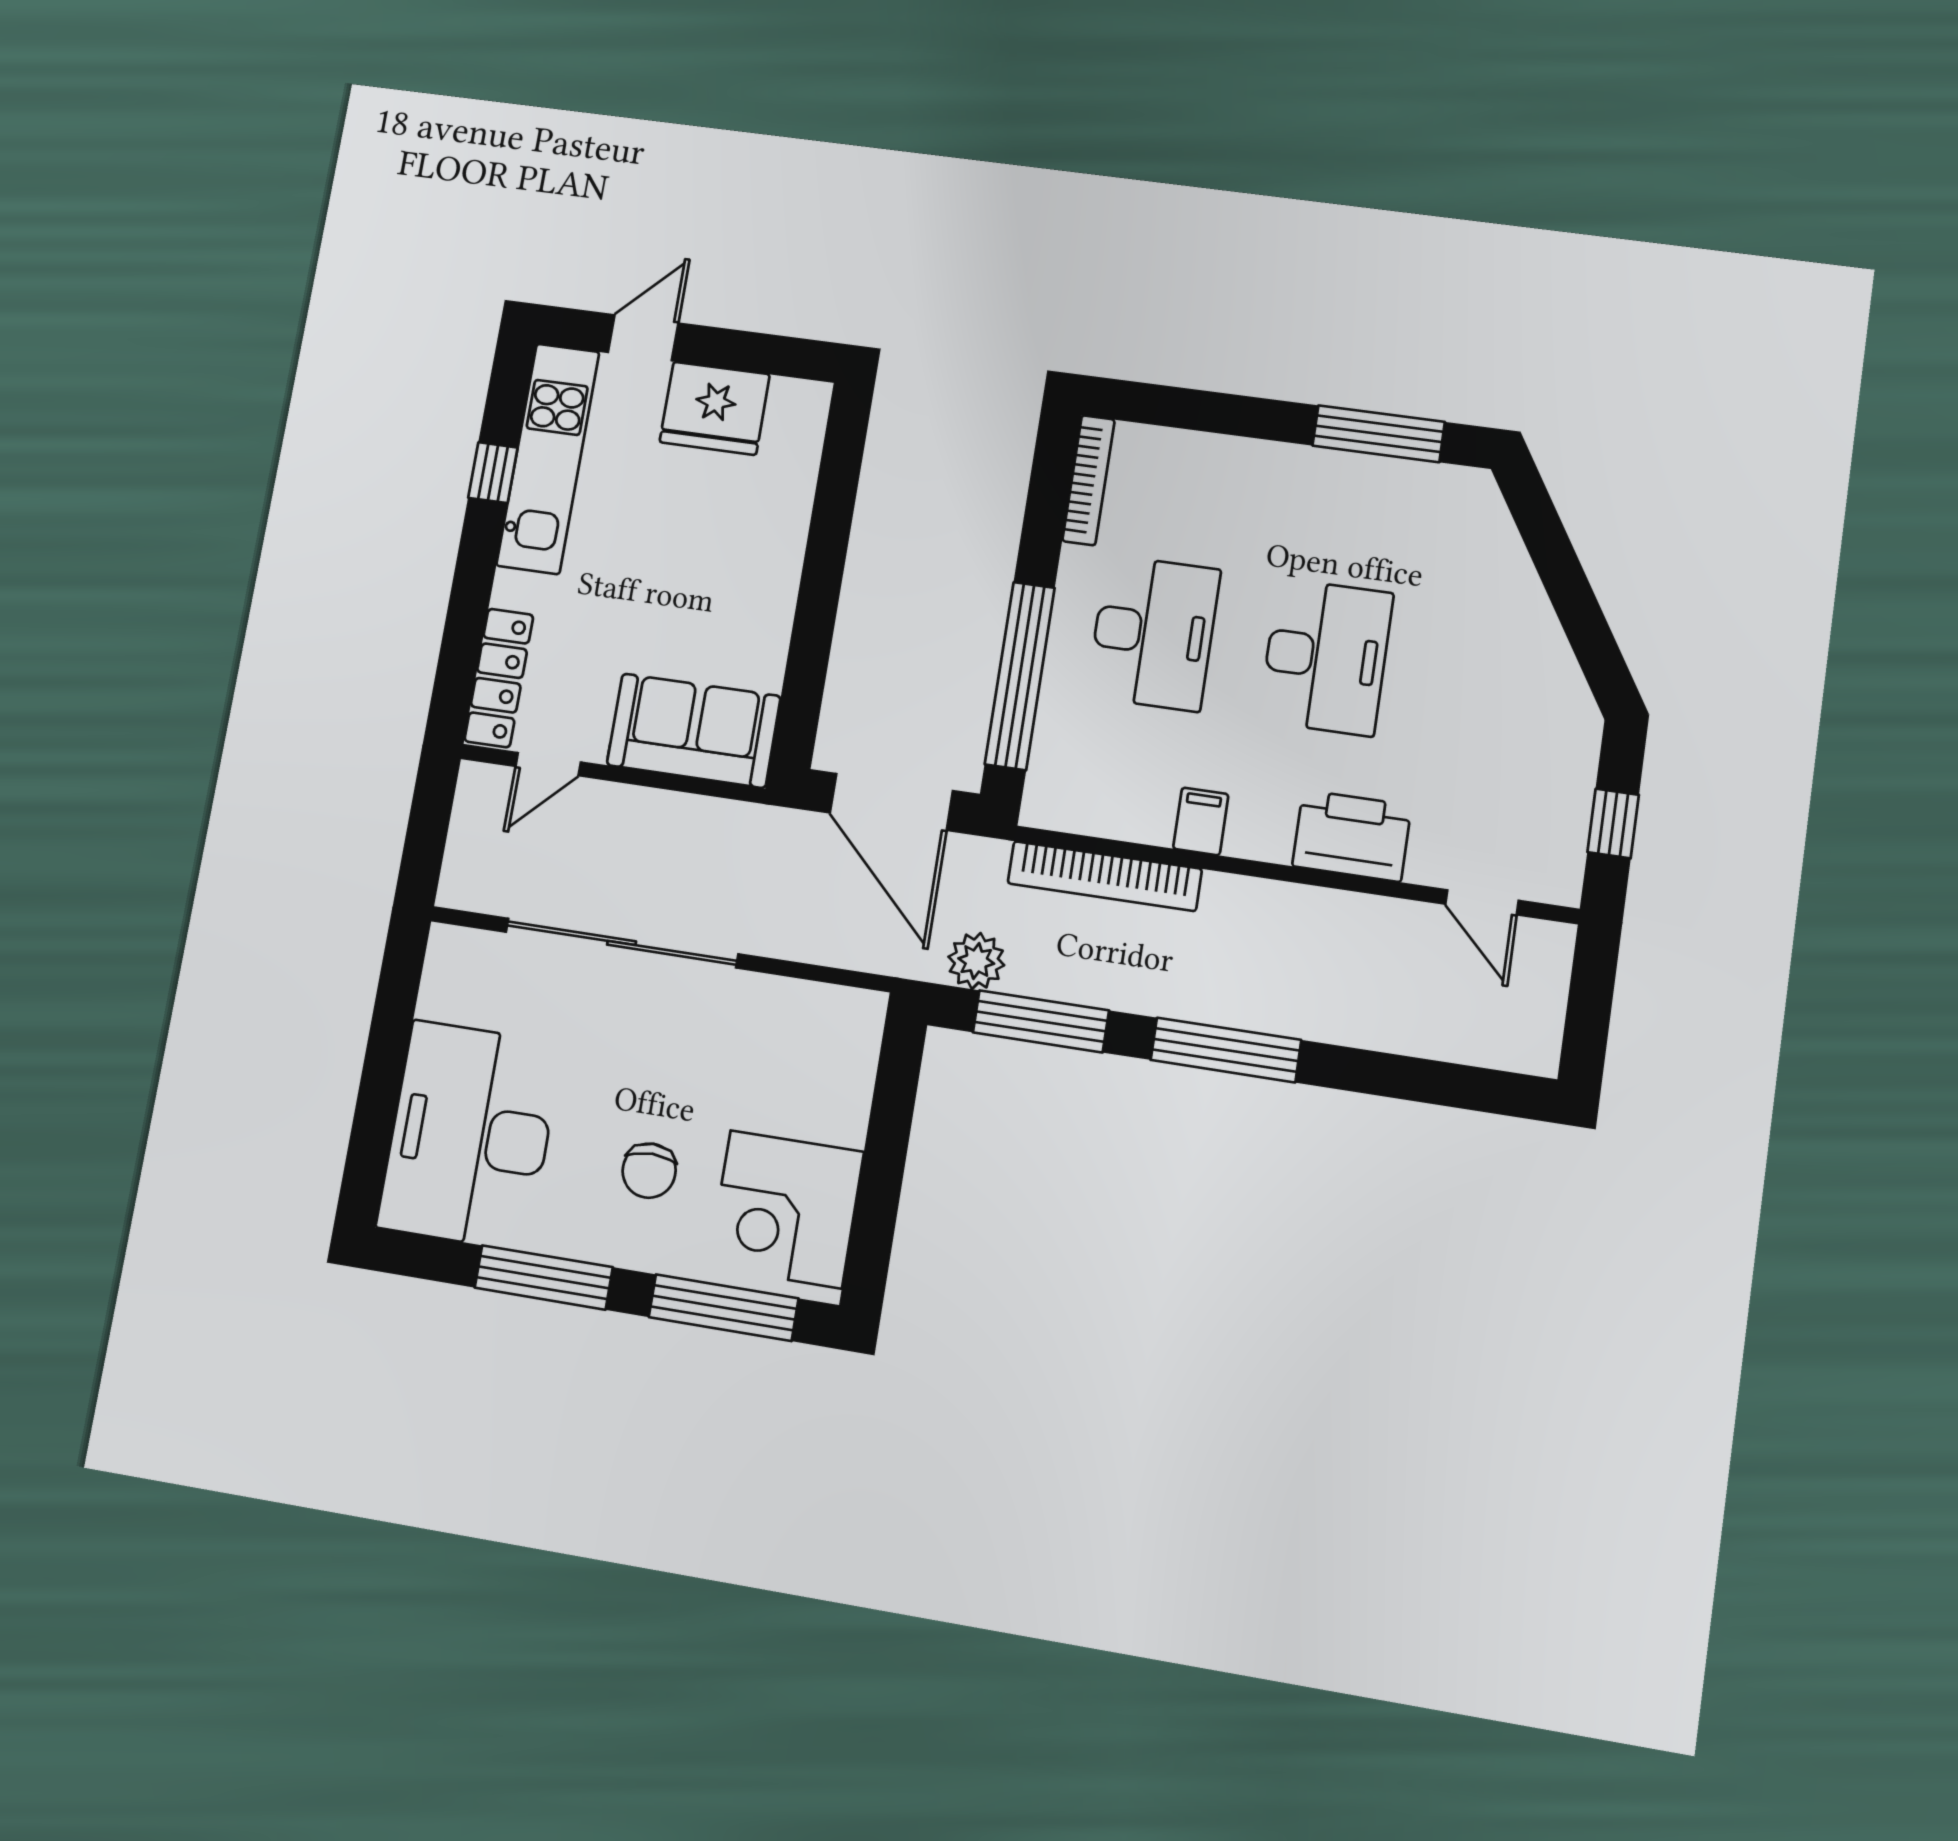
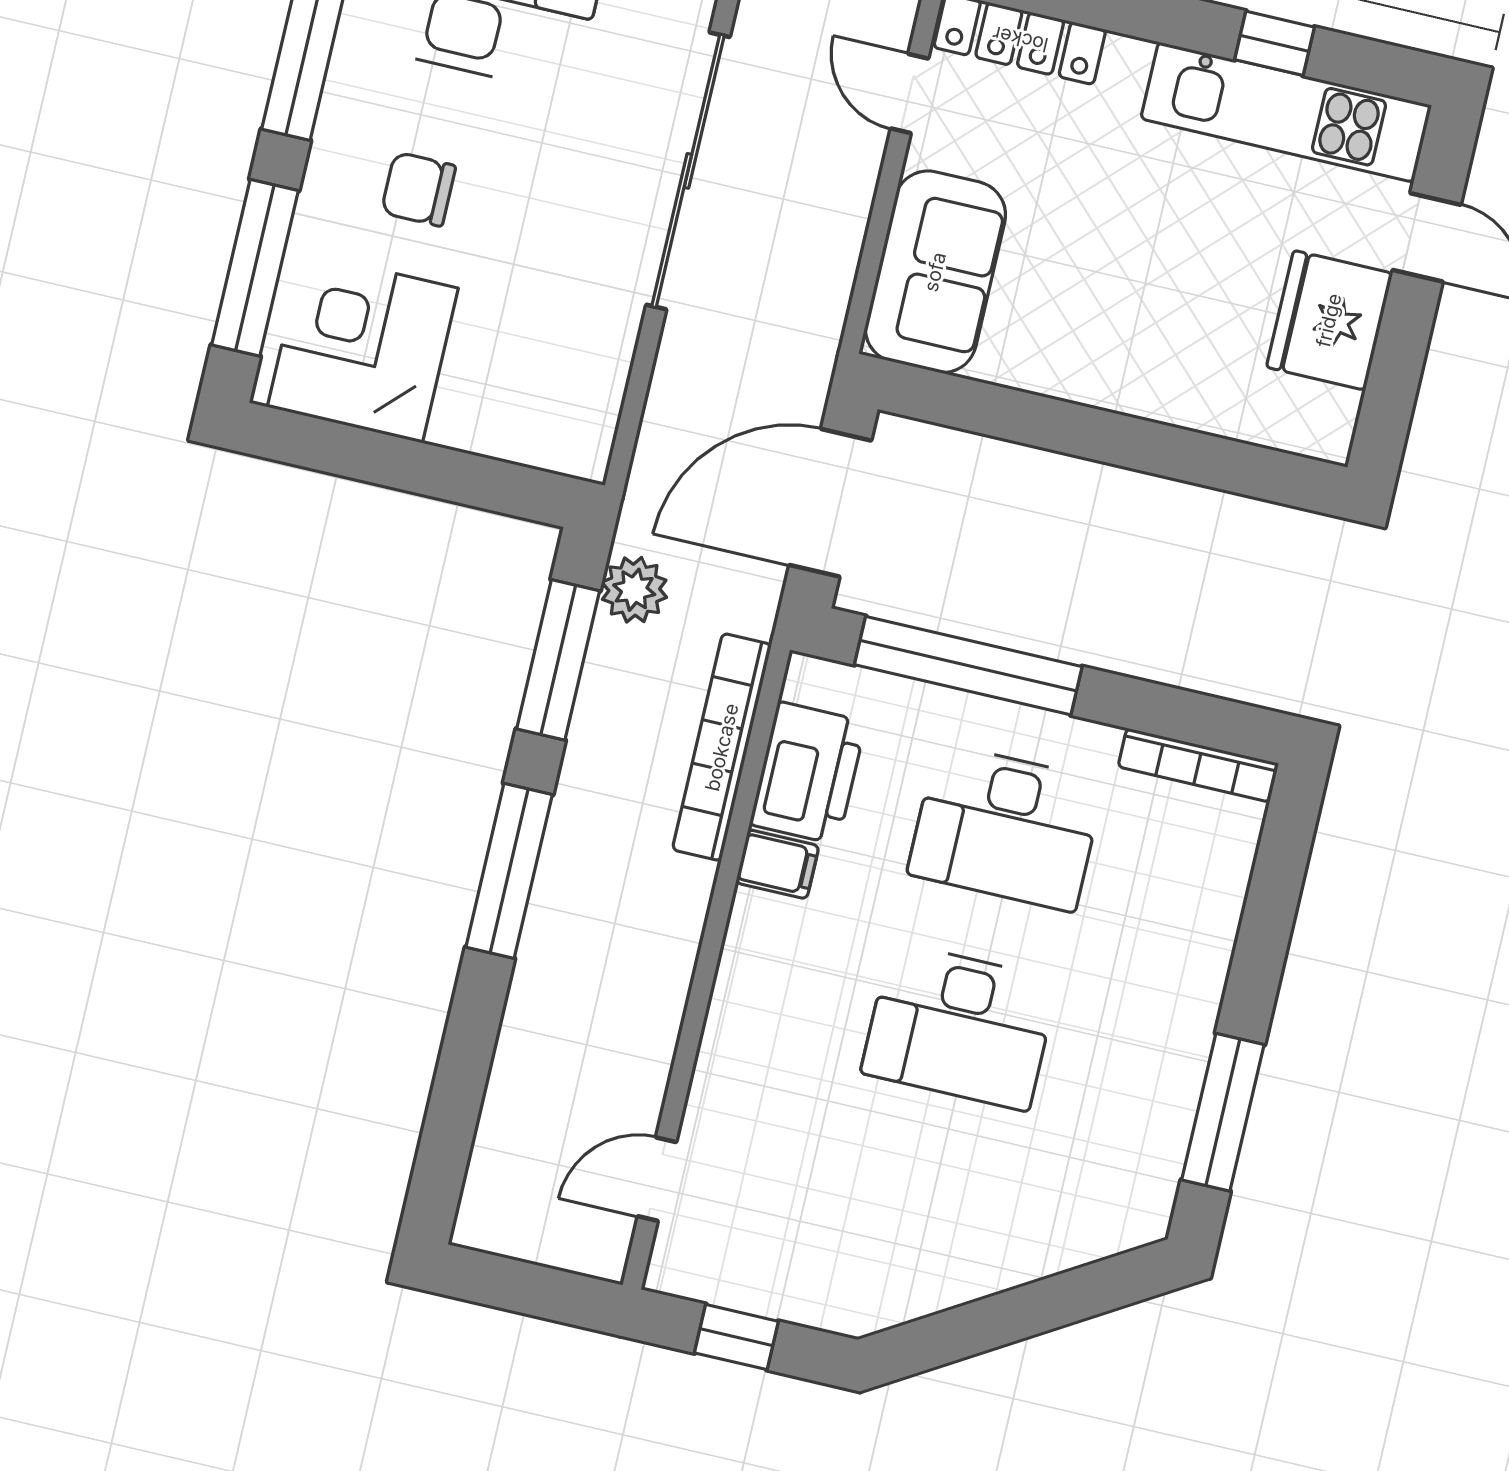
printer: (1352, 836) -> (808, 773), moved

